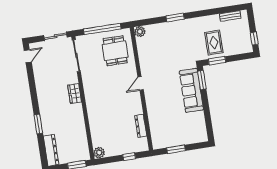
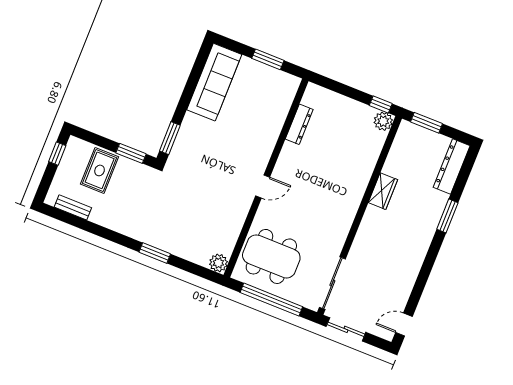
rug: (214, 43) -> (100, 170), moved
dining table: (115, 51) -> (271, 256), width x1.38
sofa: (191, 90) -> (214, 82), moved
wardrobe: (75, 94) -> (383, 191), moved
window: (129, 157) -> (381, 104), moved

